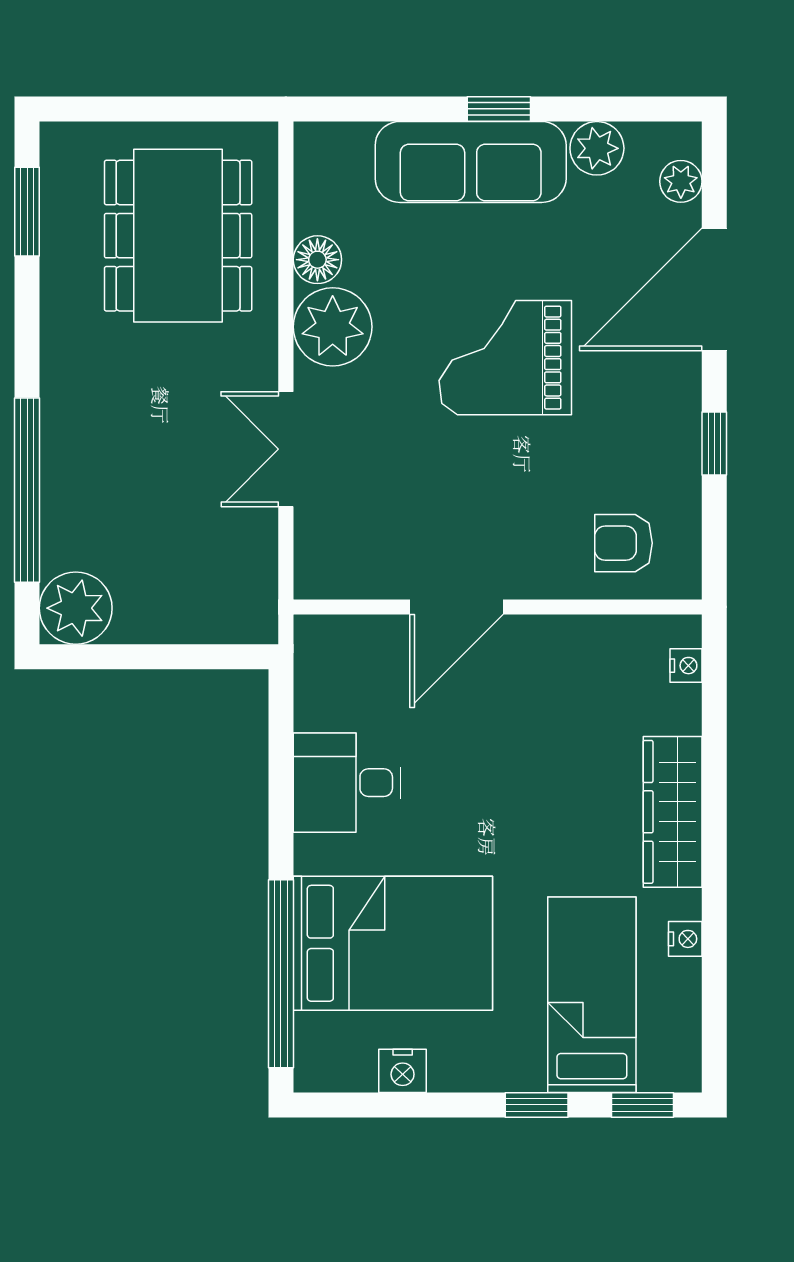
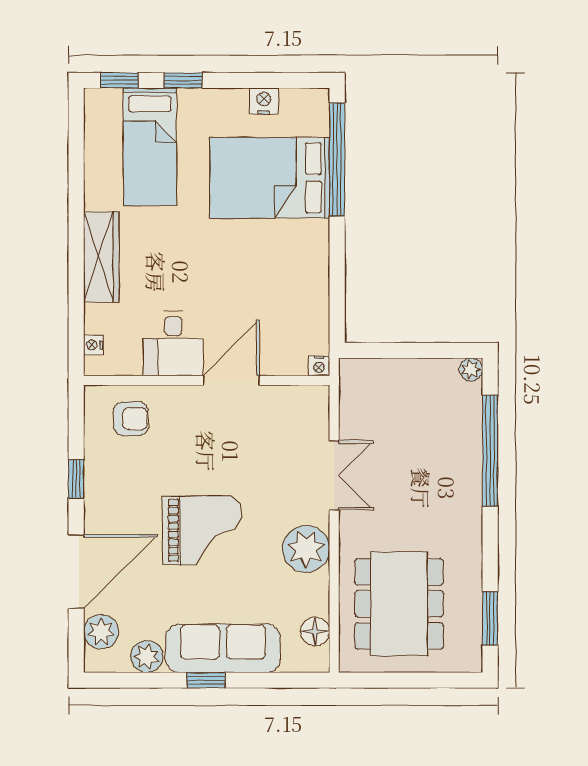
plant: (681, 181) -> (101, 632), width x1.38, depth x1.38
floor lamp: (317, 260) -> (315, 631), moved
plant: (76, 608) -> (471, 369), width x0.53, depth x0.53
desk: (347, 783) -> (173, 343), moved, turned 90
nightstand: (685, 939) -> (319, 366), moved, turned -90

